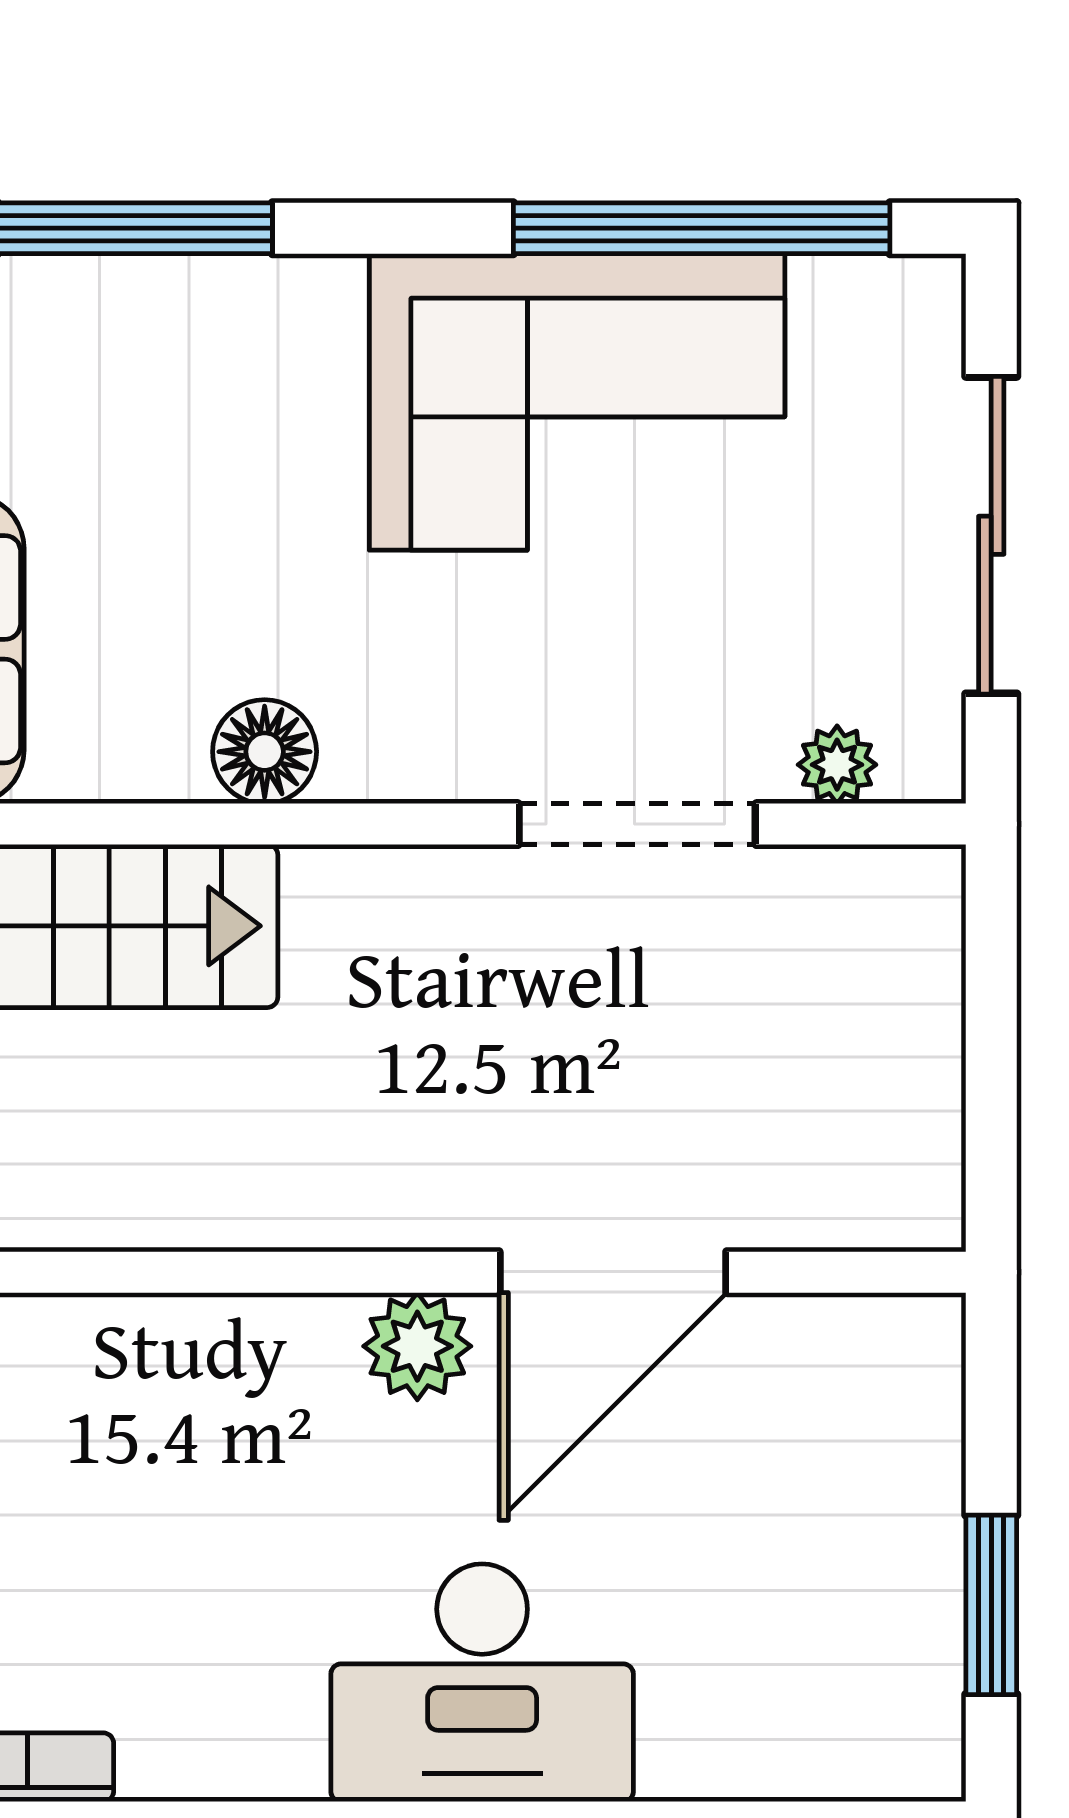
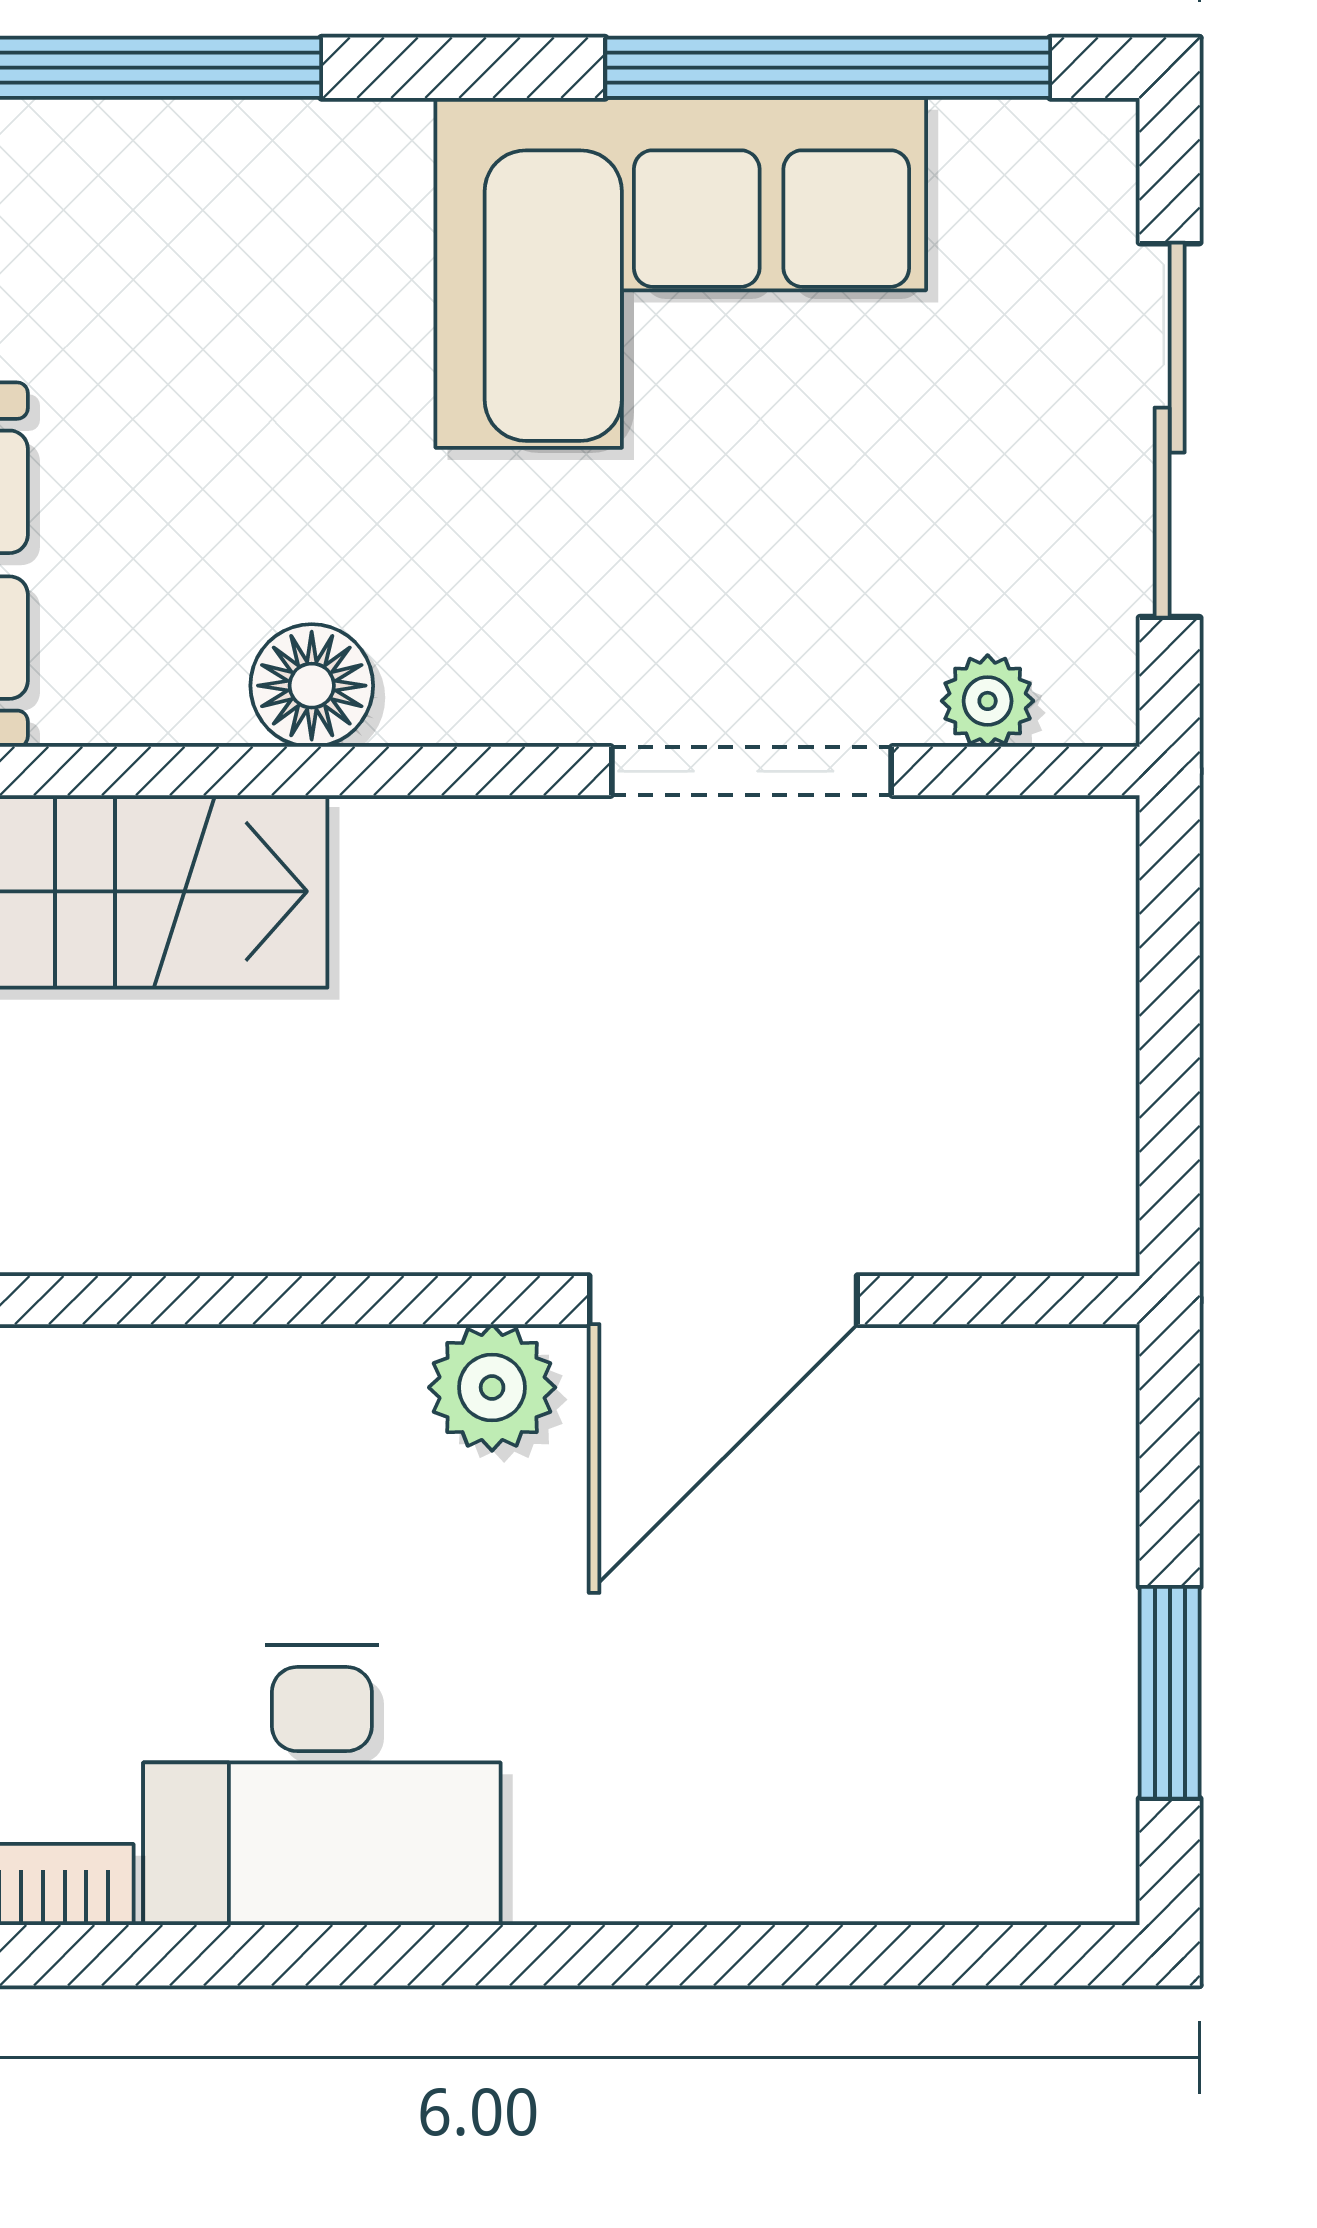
desk: (482, 1683) -> (322, 1785), moved

